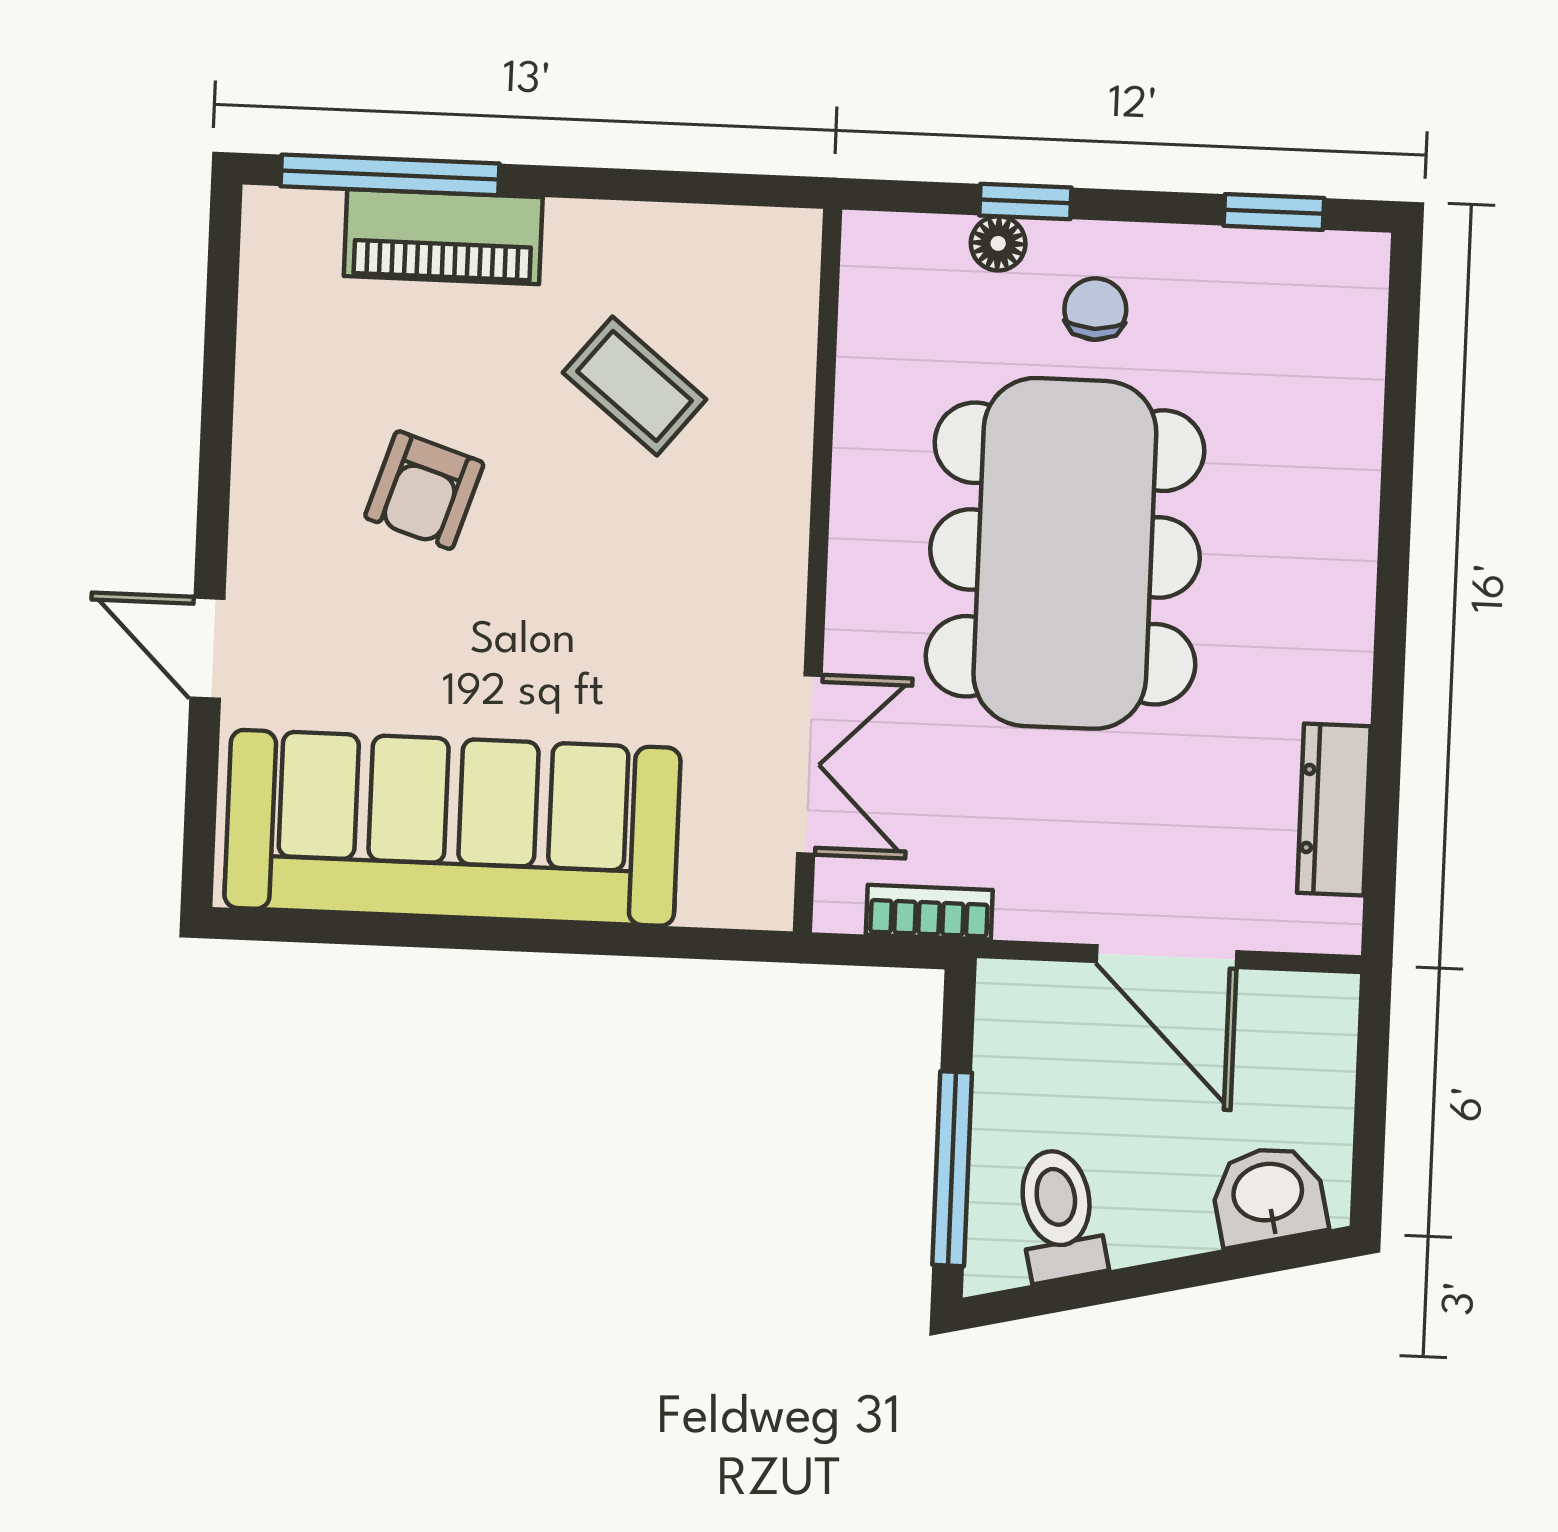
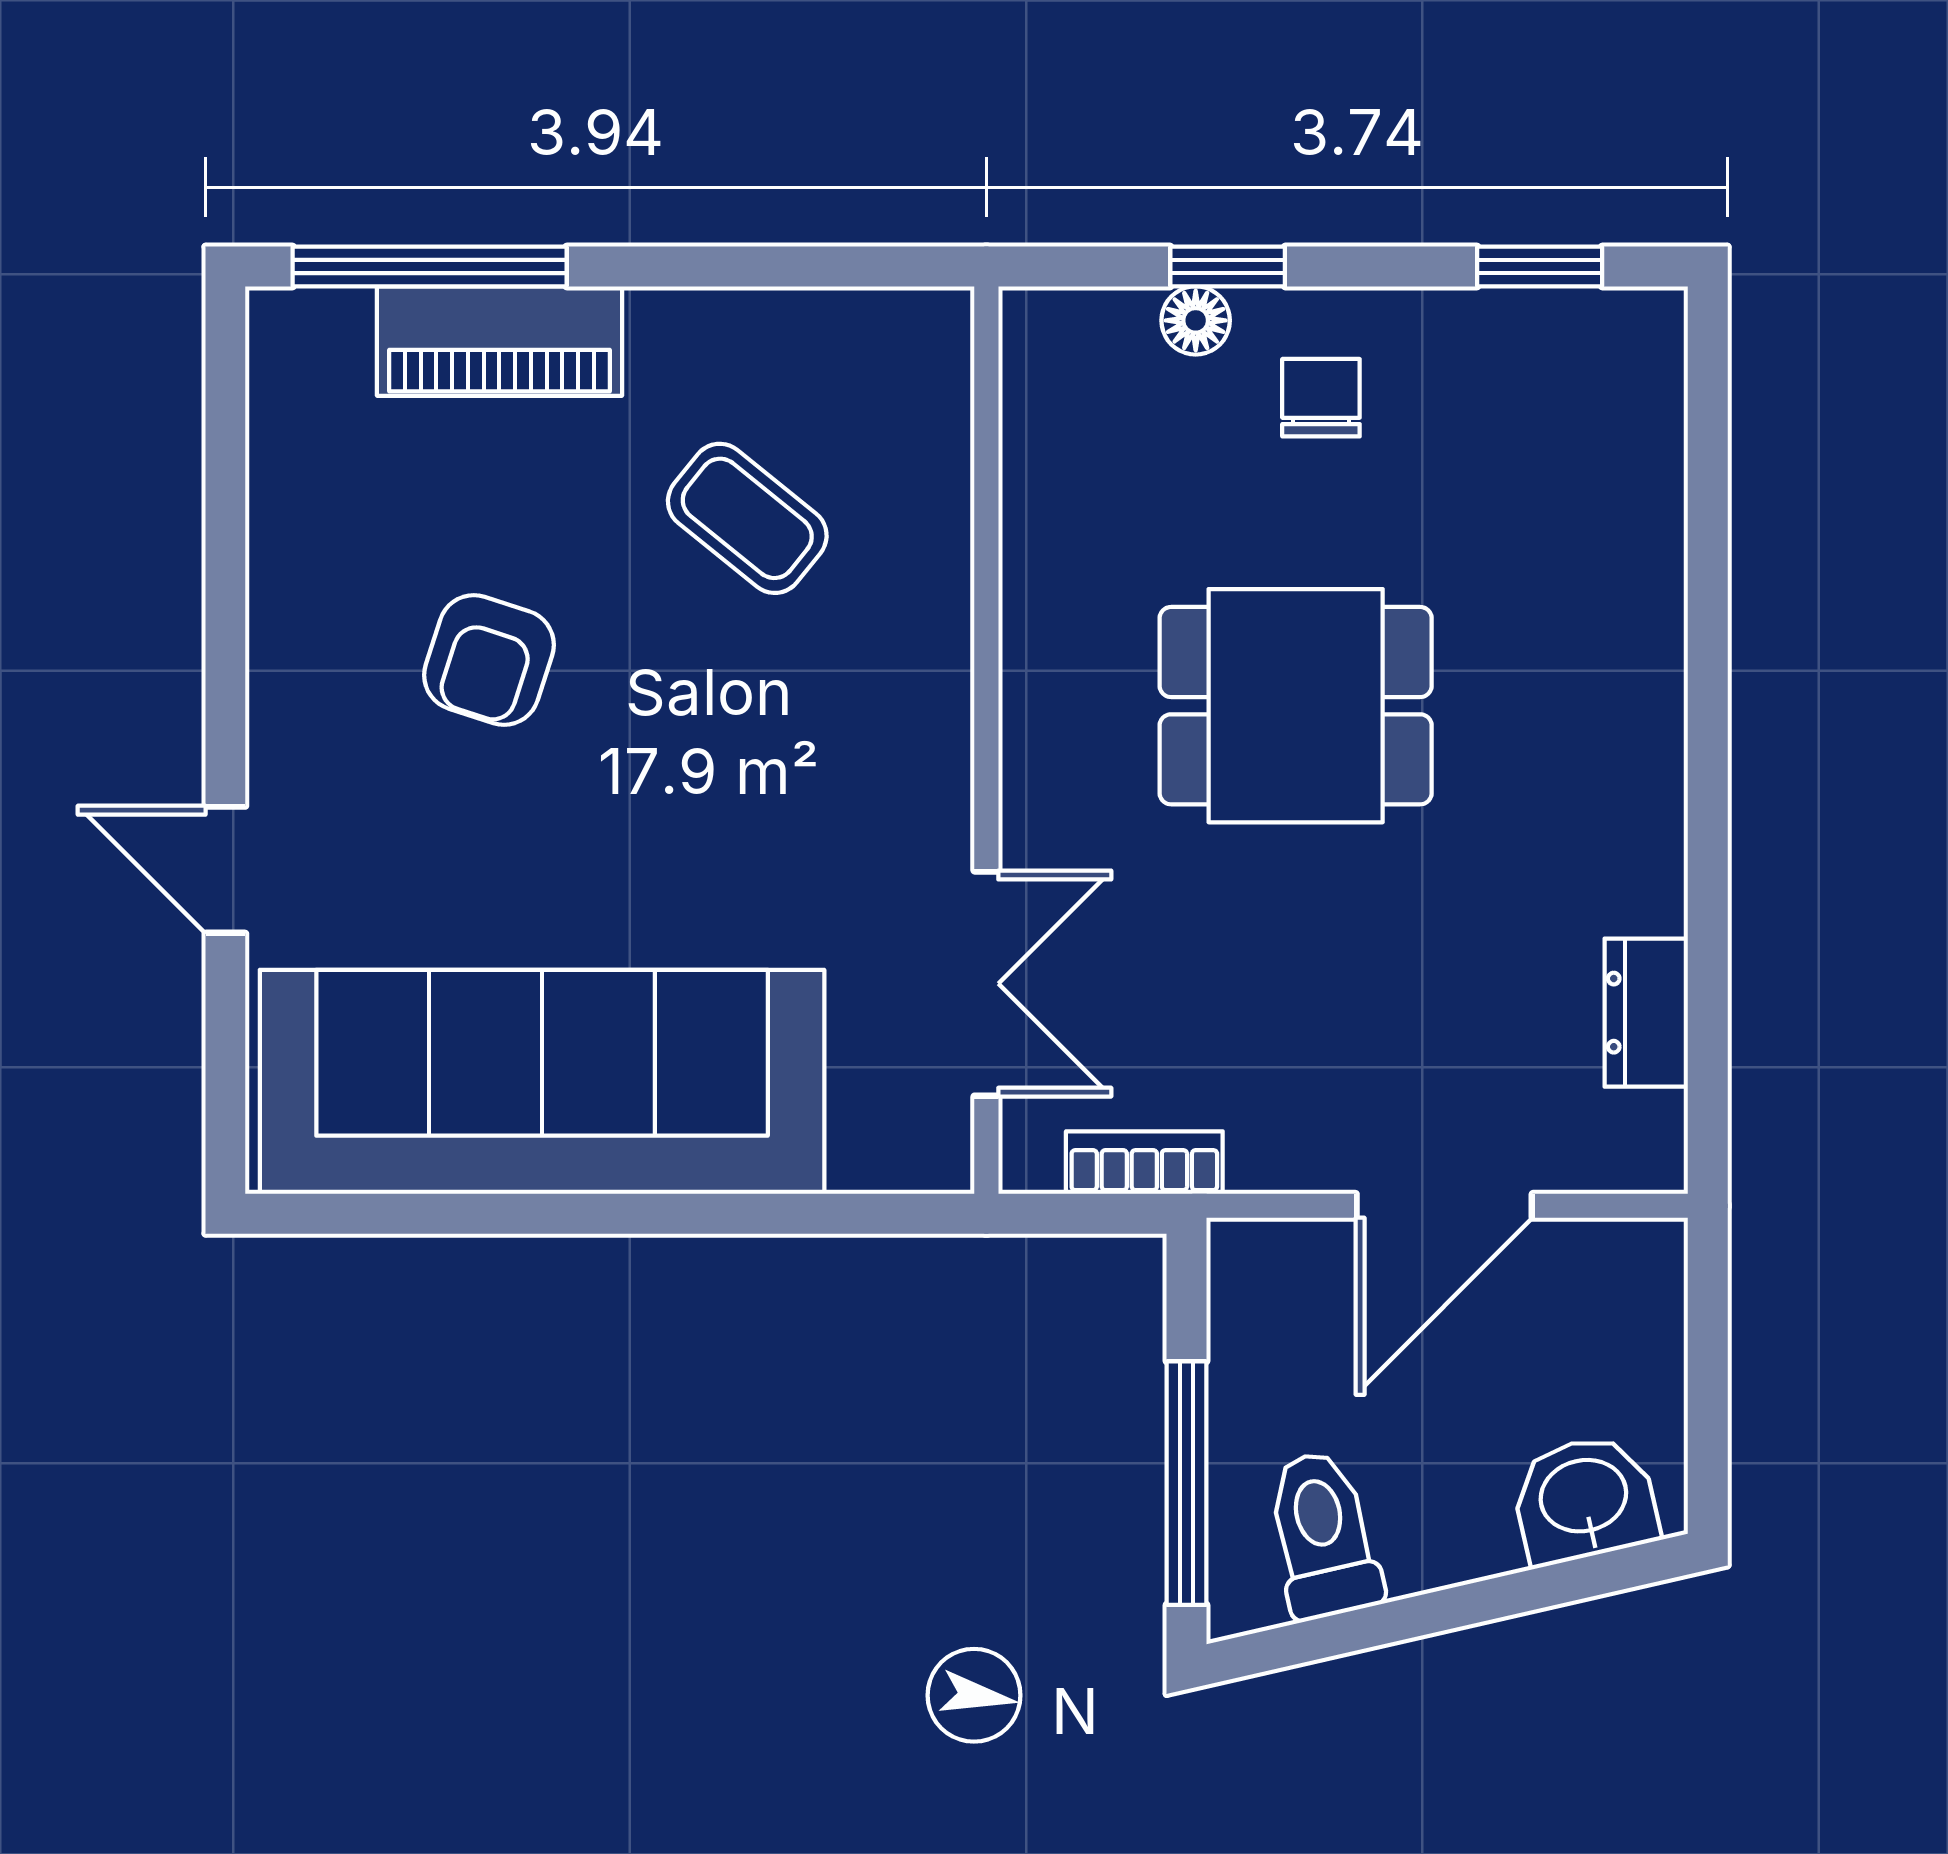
dining table: (1065, 553) -> (1296, 706), width x0.53, depth x0.80
dresser: (1334, 810) -> (1646, 1013), width x0.70
door: (1167, 957) -> (1444, 1206), hinge flipped

